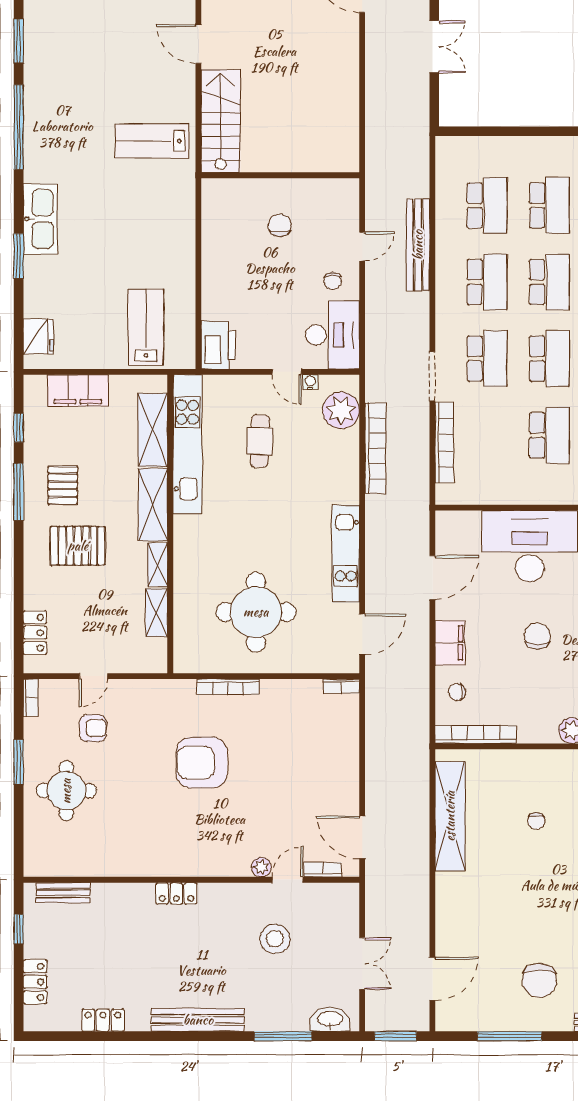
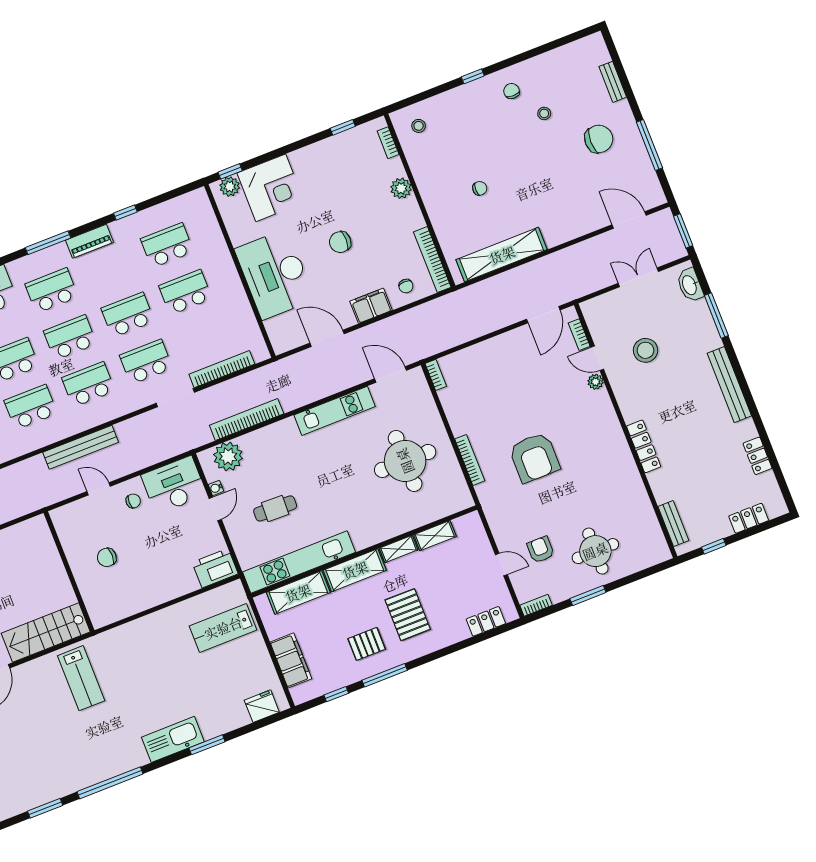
locker: (176, 893) -> (644, 446), width x1.53

